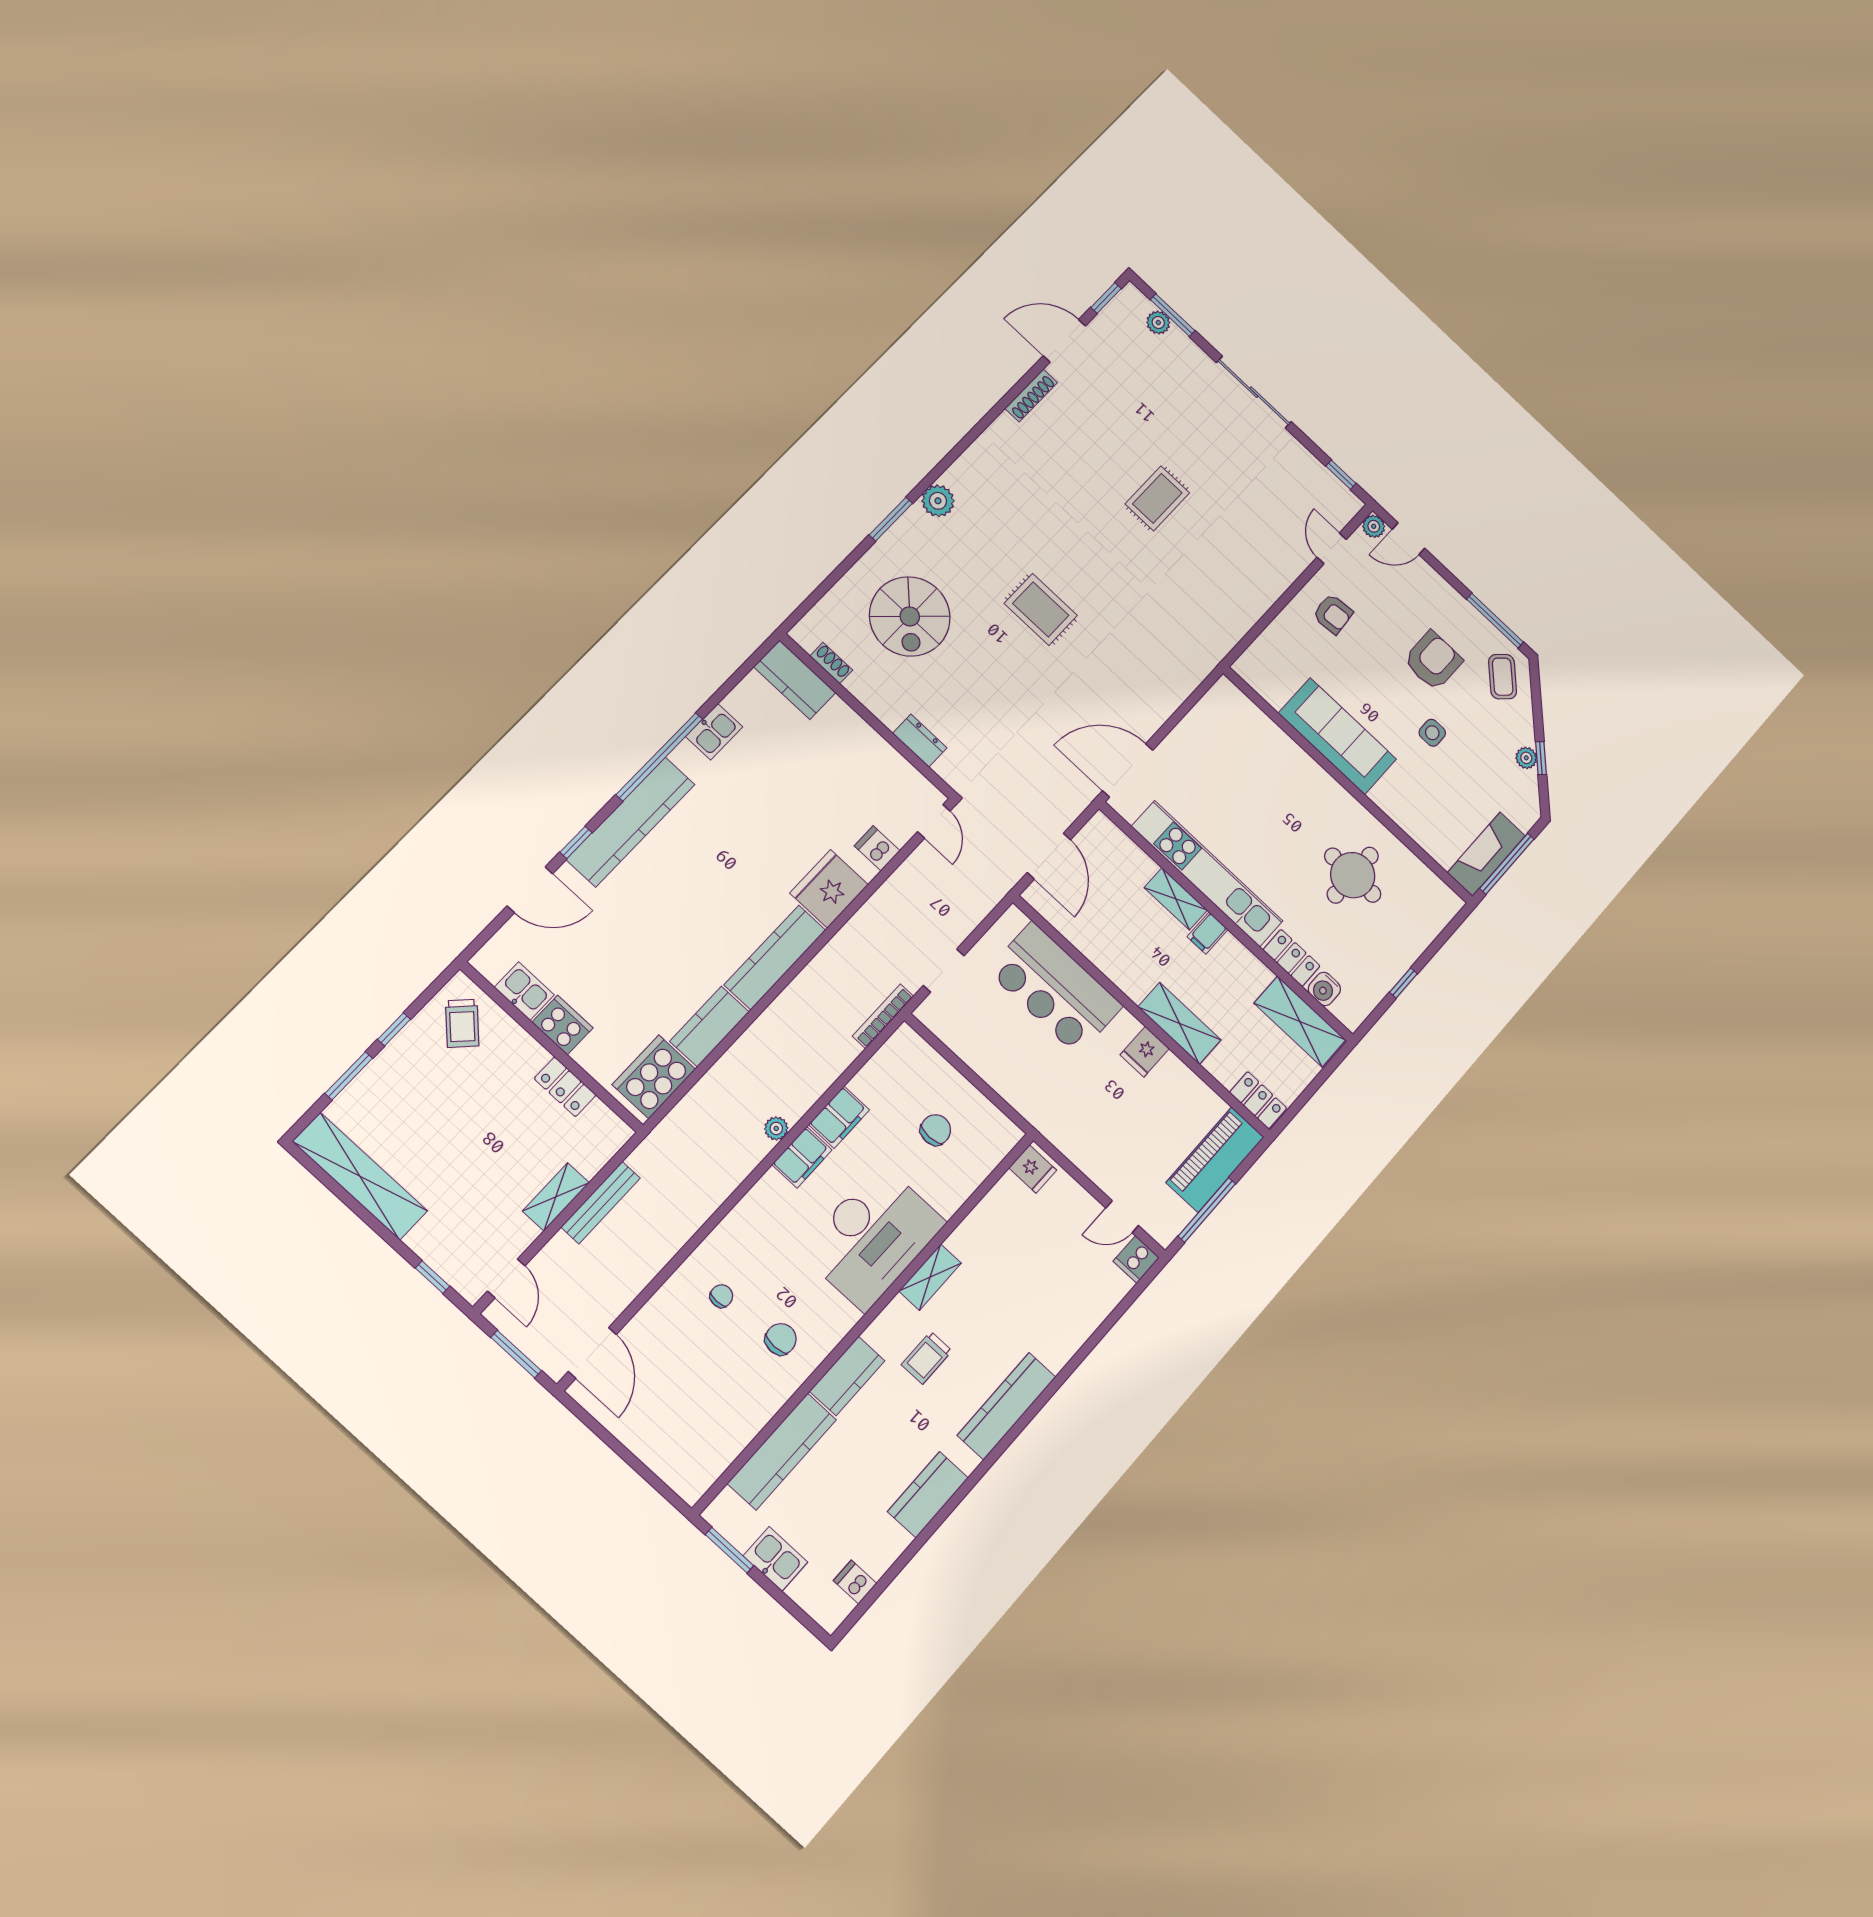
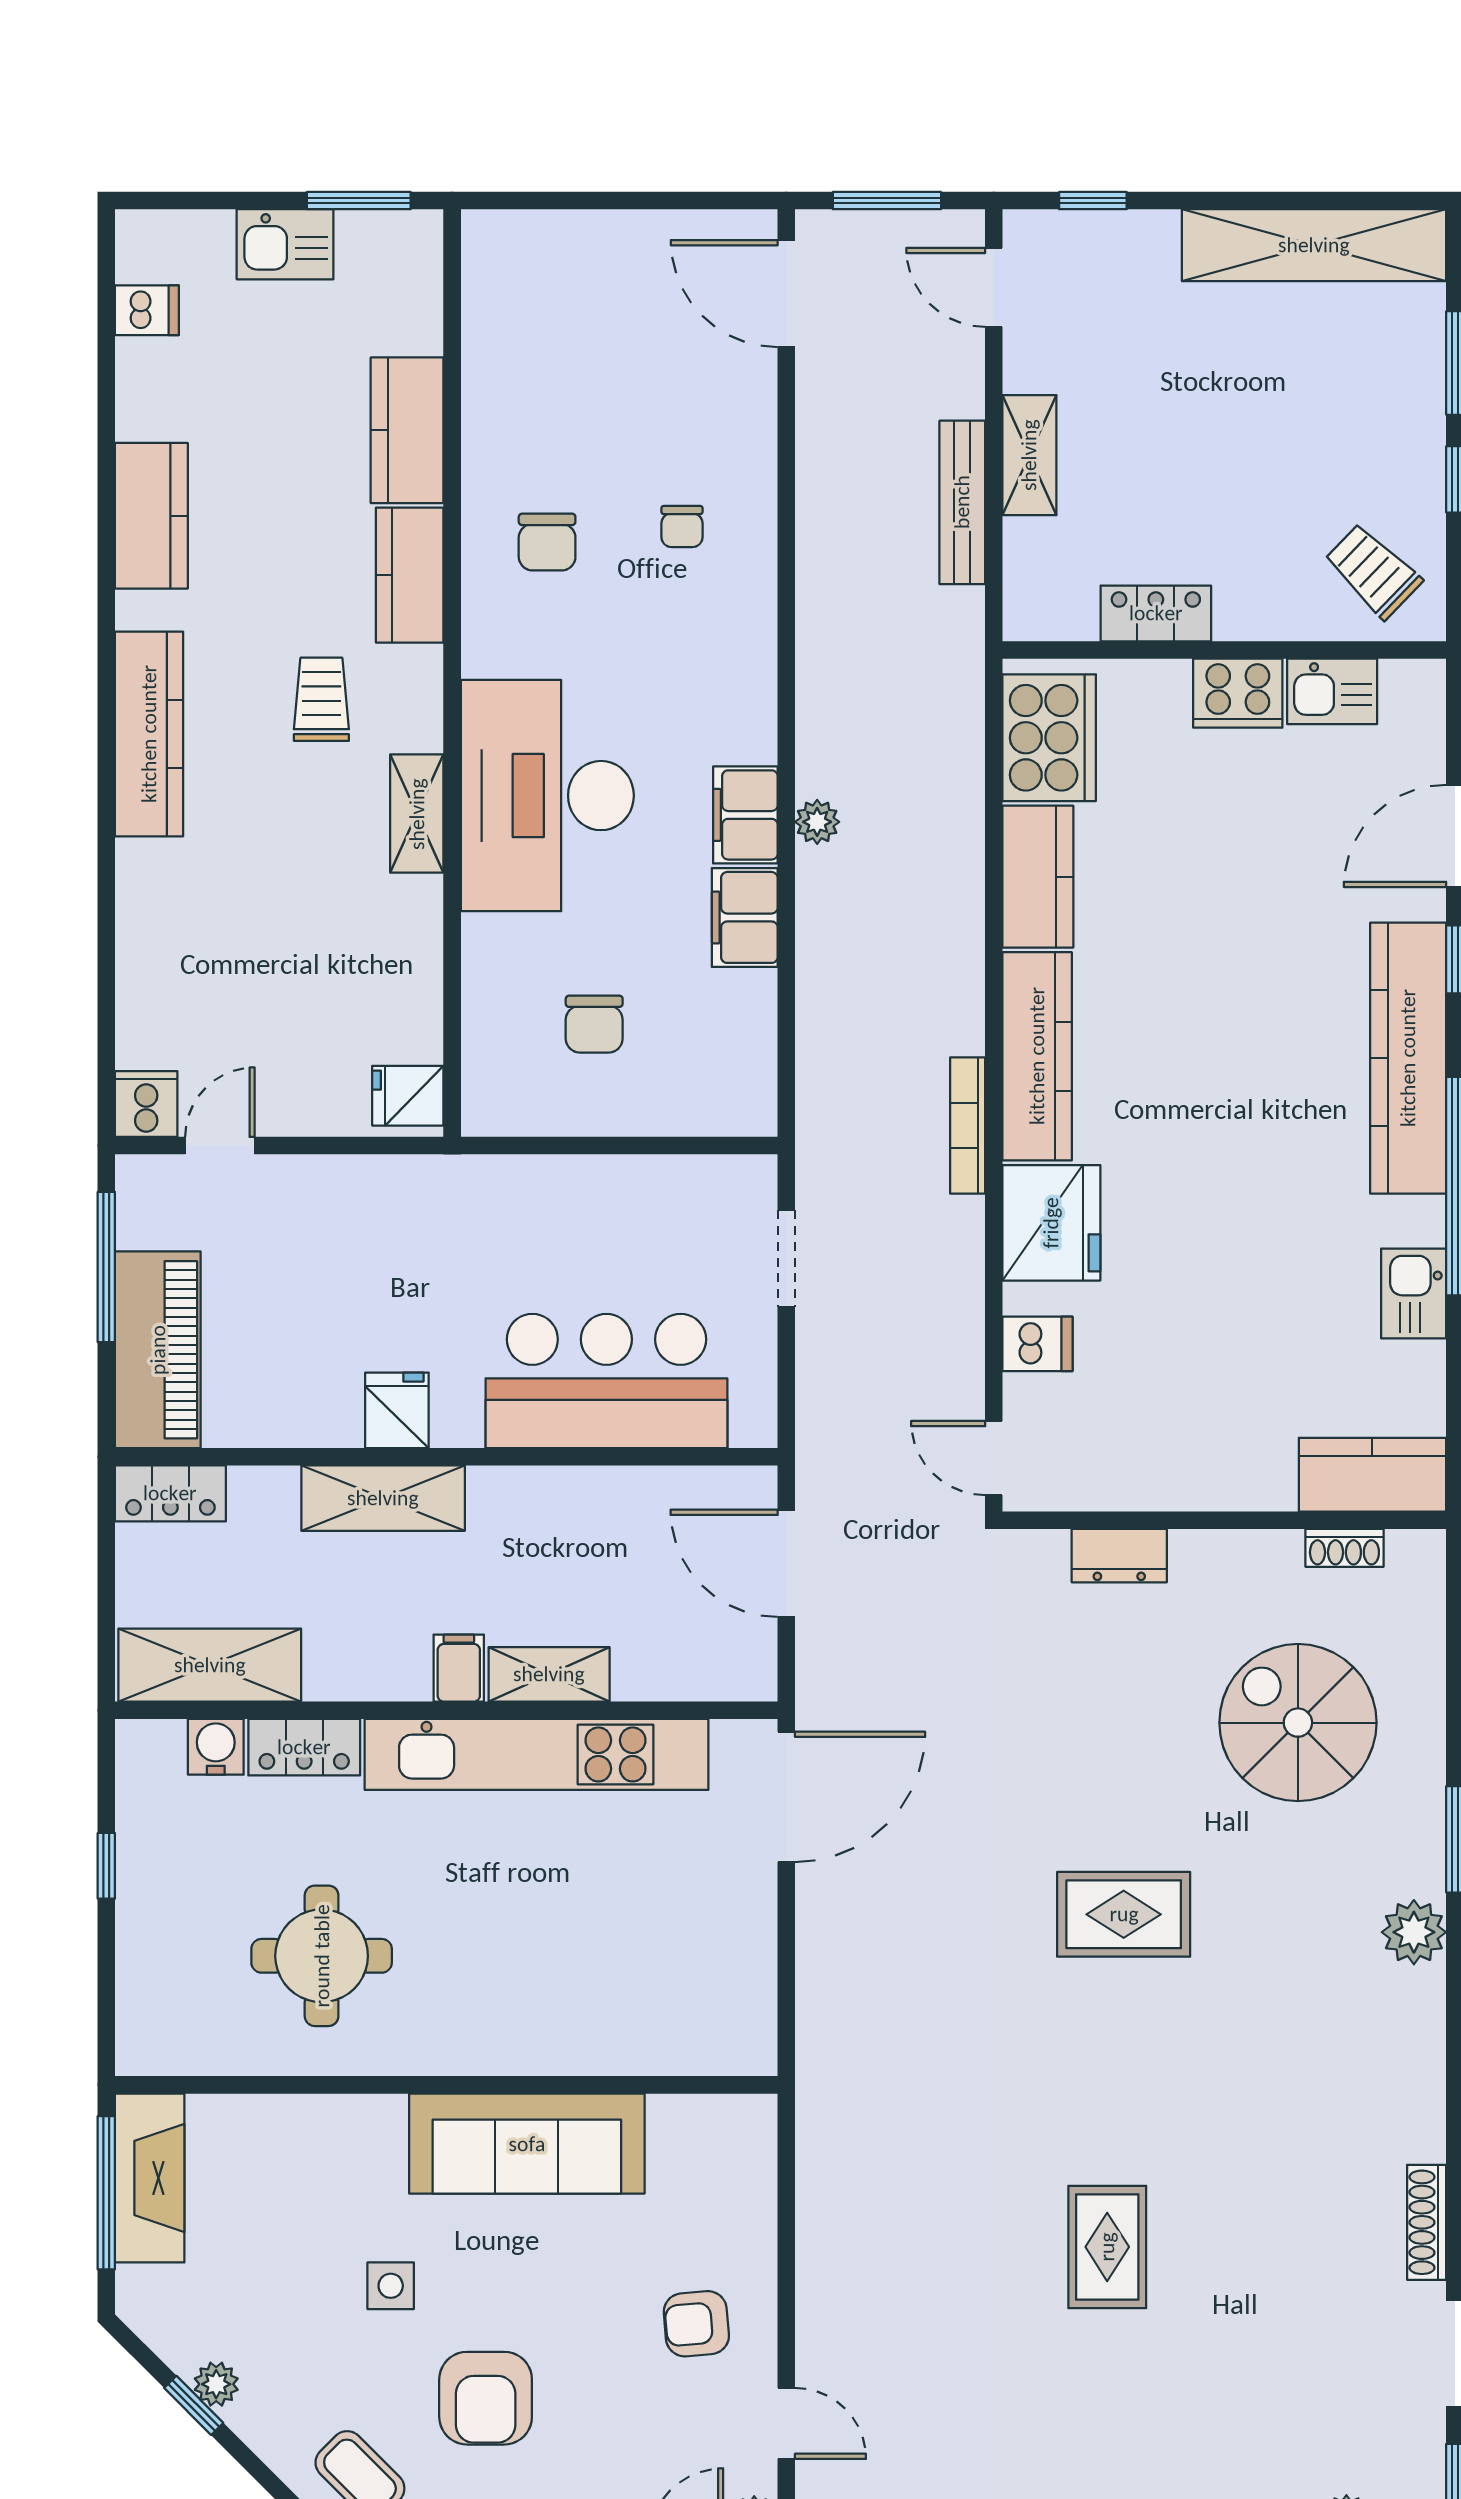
bookcase: (883, 1016) -> (968, 1126), moved, turned 180
kitchen counter: (782, 1452) -> (407, 430), width x0.67

